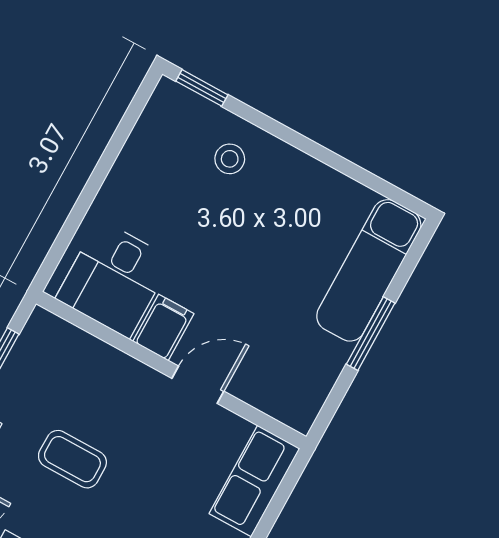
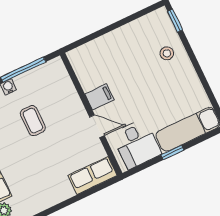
desk: (114, 279) -> (137, 144), moved, turned -90
window: (371, 334) -> (172, 153), width x0.67

